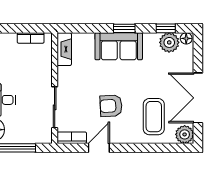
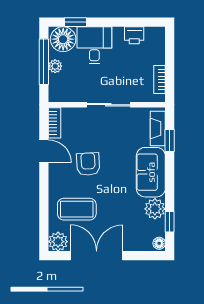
window: (124, 28) -> (170, 141), moved
plant: (169, 42) -> (155, 209), moved
fireplace: (64, 49) -> (158, 129), moved, turned 90
sliding door: (55, 107) -> (108, 105), moved
plant: (18, 137) -> (55, 66), added

